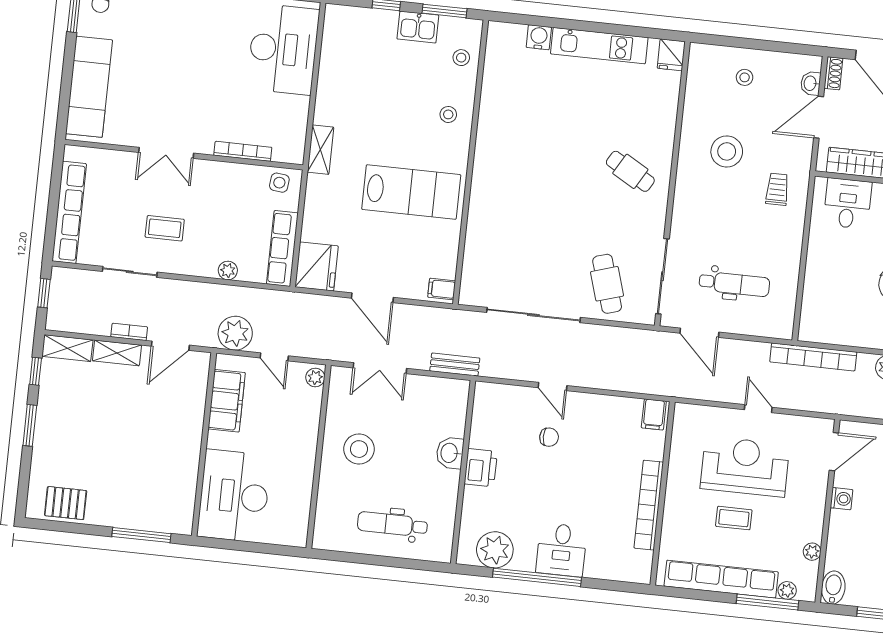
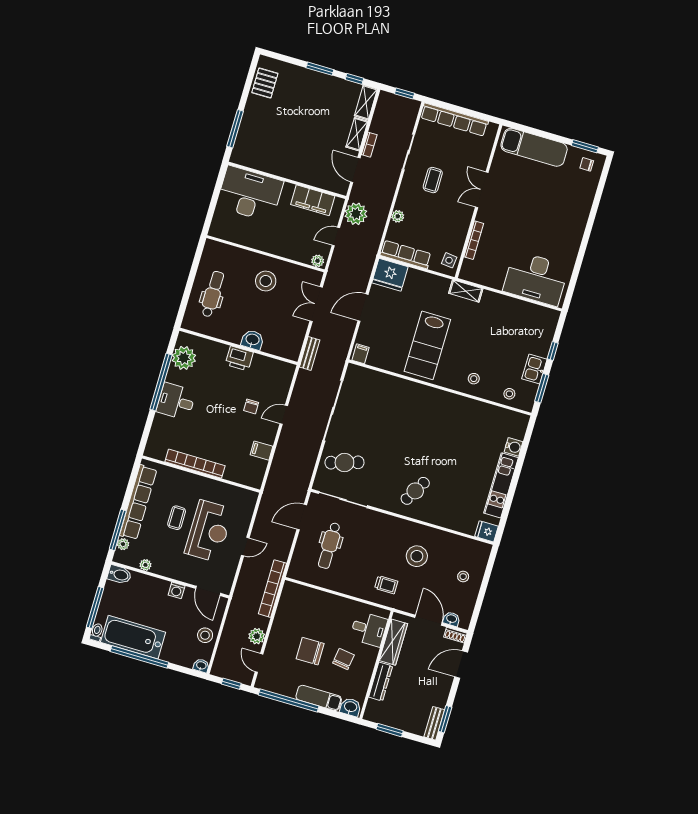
filing cabinet: (654, 414) -> (262, 451), moved

